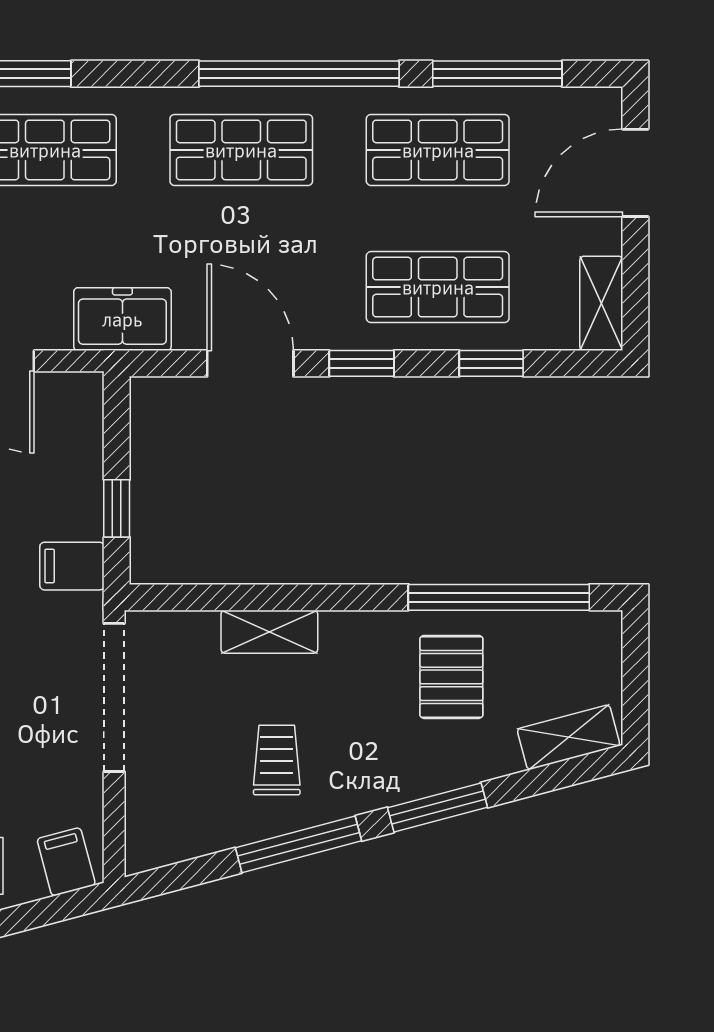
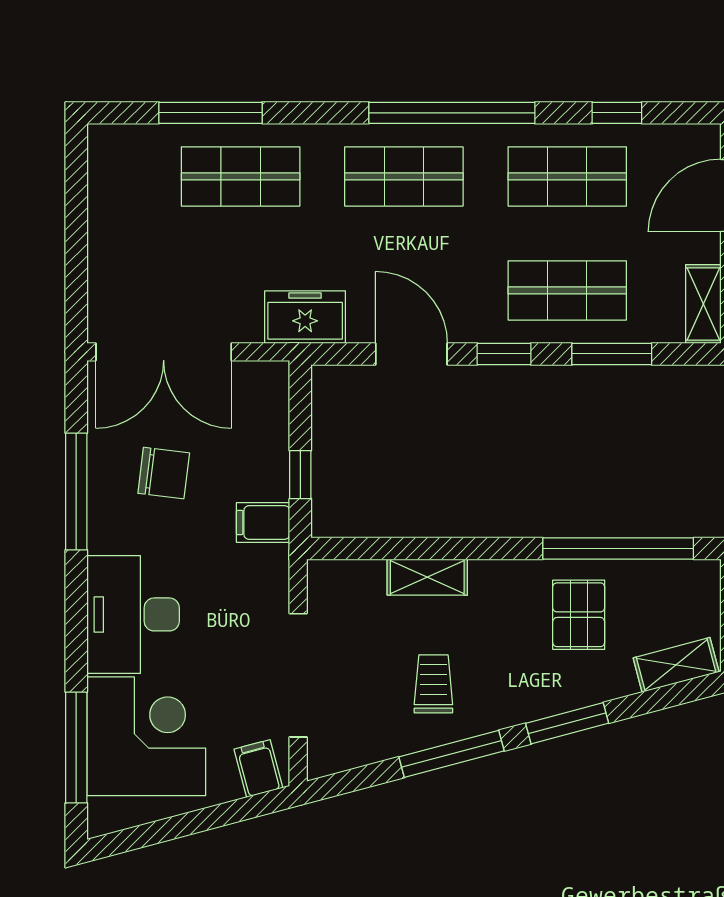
window: (497, 74) -> (617, 113), width x0.46
window: (491, 363) -> (612, 354), width x1.50
doorway: (114, 697) -> (298, 675), moved

